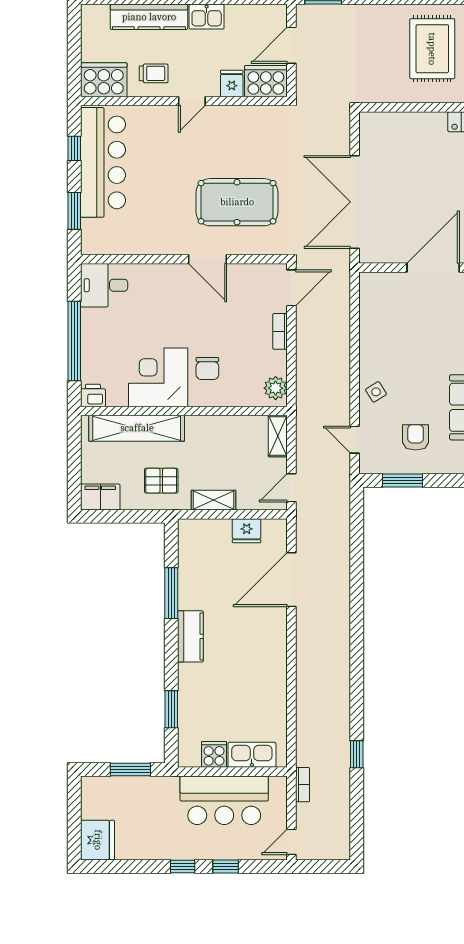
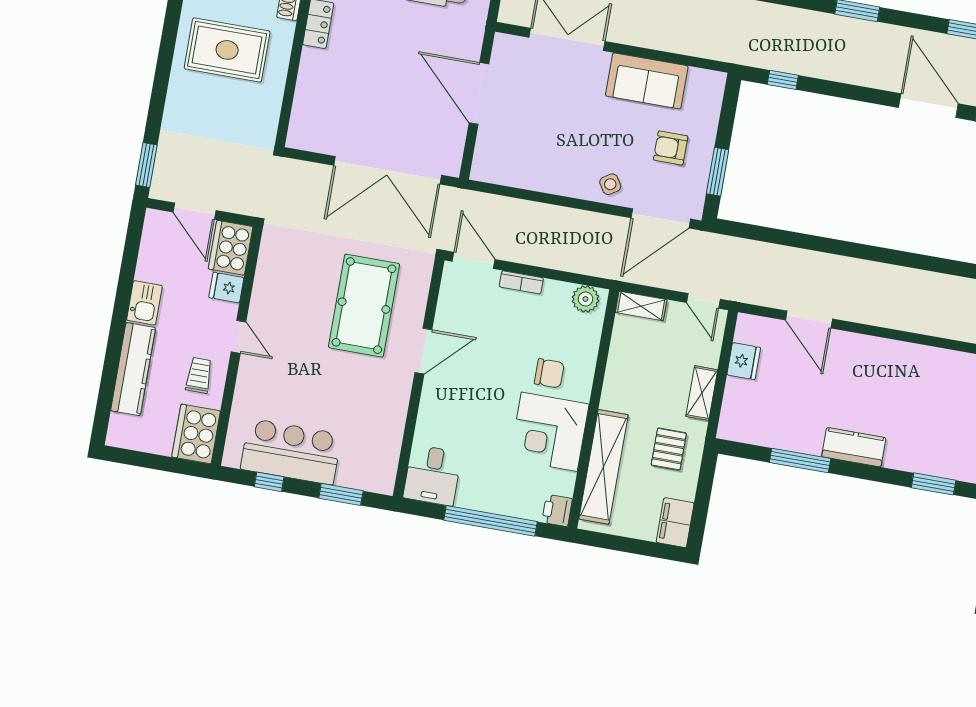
bar counter: (103, 162) -> (291, 452), width x0.73
door: (355, 440) -> (661, 218), width x1.88
door: (291, 580) -> (809, 320), width x0.73

